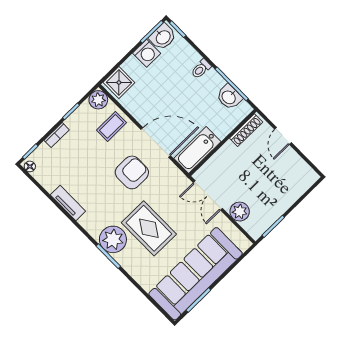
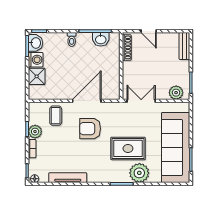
shower: (119, 82) -> (37, 76), moved
plant: (98, 100) -> (35, 132), moved
bathtub: (197, 150) -> (112, 83), removed
armchair: (132, 172) -> (90, 129), turned -90
bench: (303, 185) -> (184, 46), added
double door: (208, 195) -> (141, 101), swing flipped
tv unit: (68, 203) -> (68, 178), width x1.41
plant: (240, 212) -> (176, 93), moved
plant: (113, 239) -> (139, 173), moved

